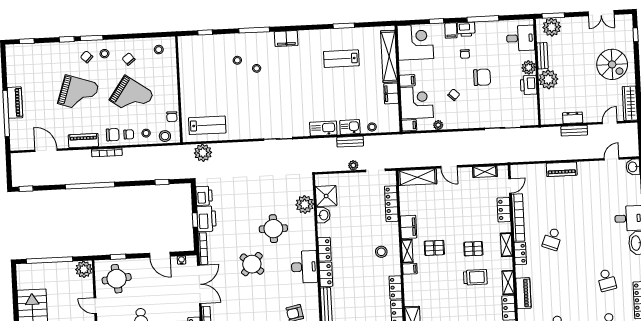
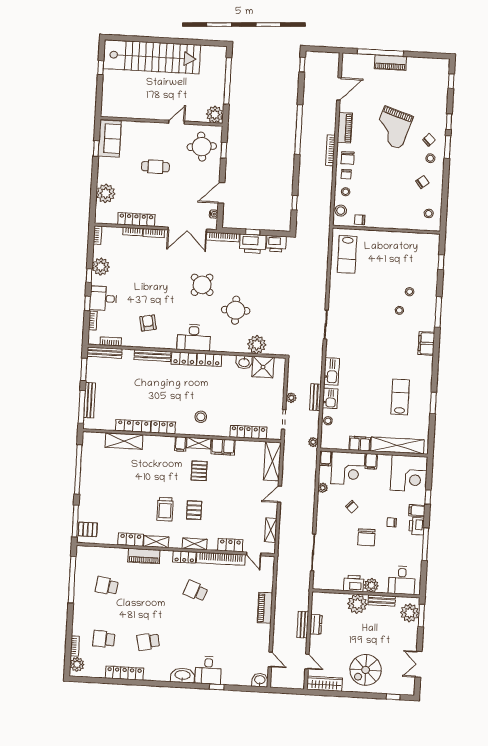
grand piano: (132, 97) -> (384, 181), removed
plant: (203, 153) -> (313, 442), moved, width x0.53, depth x0.53

